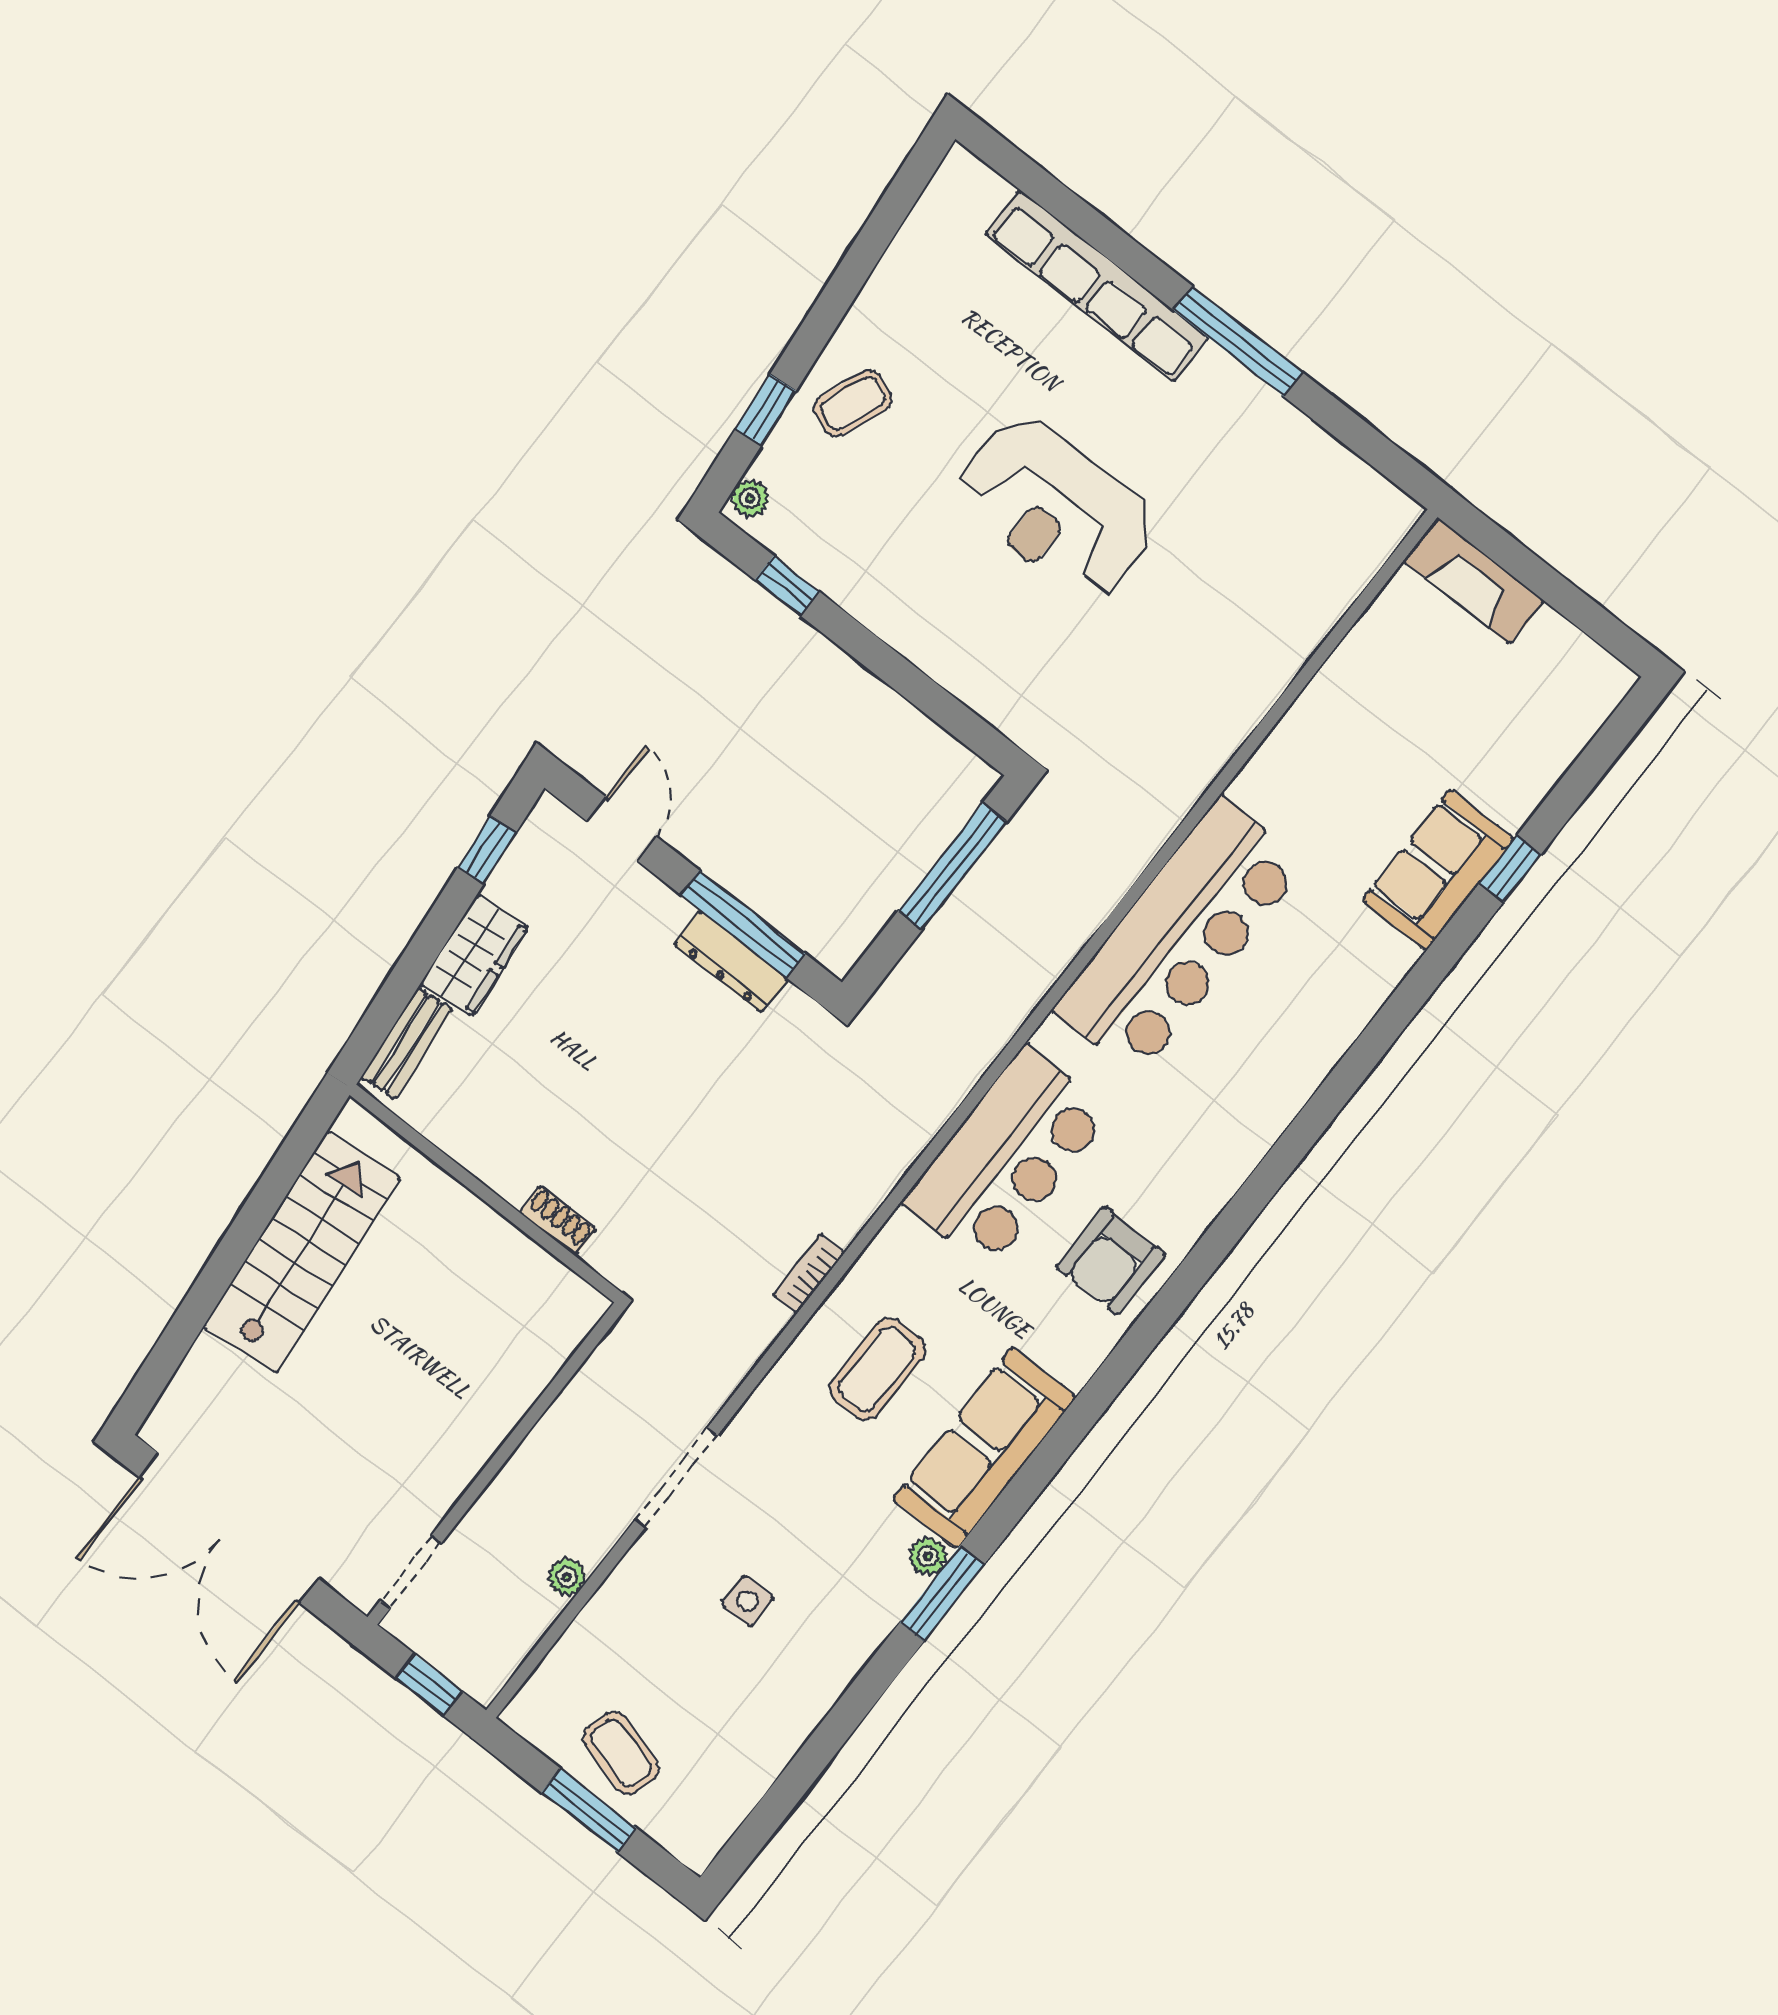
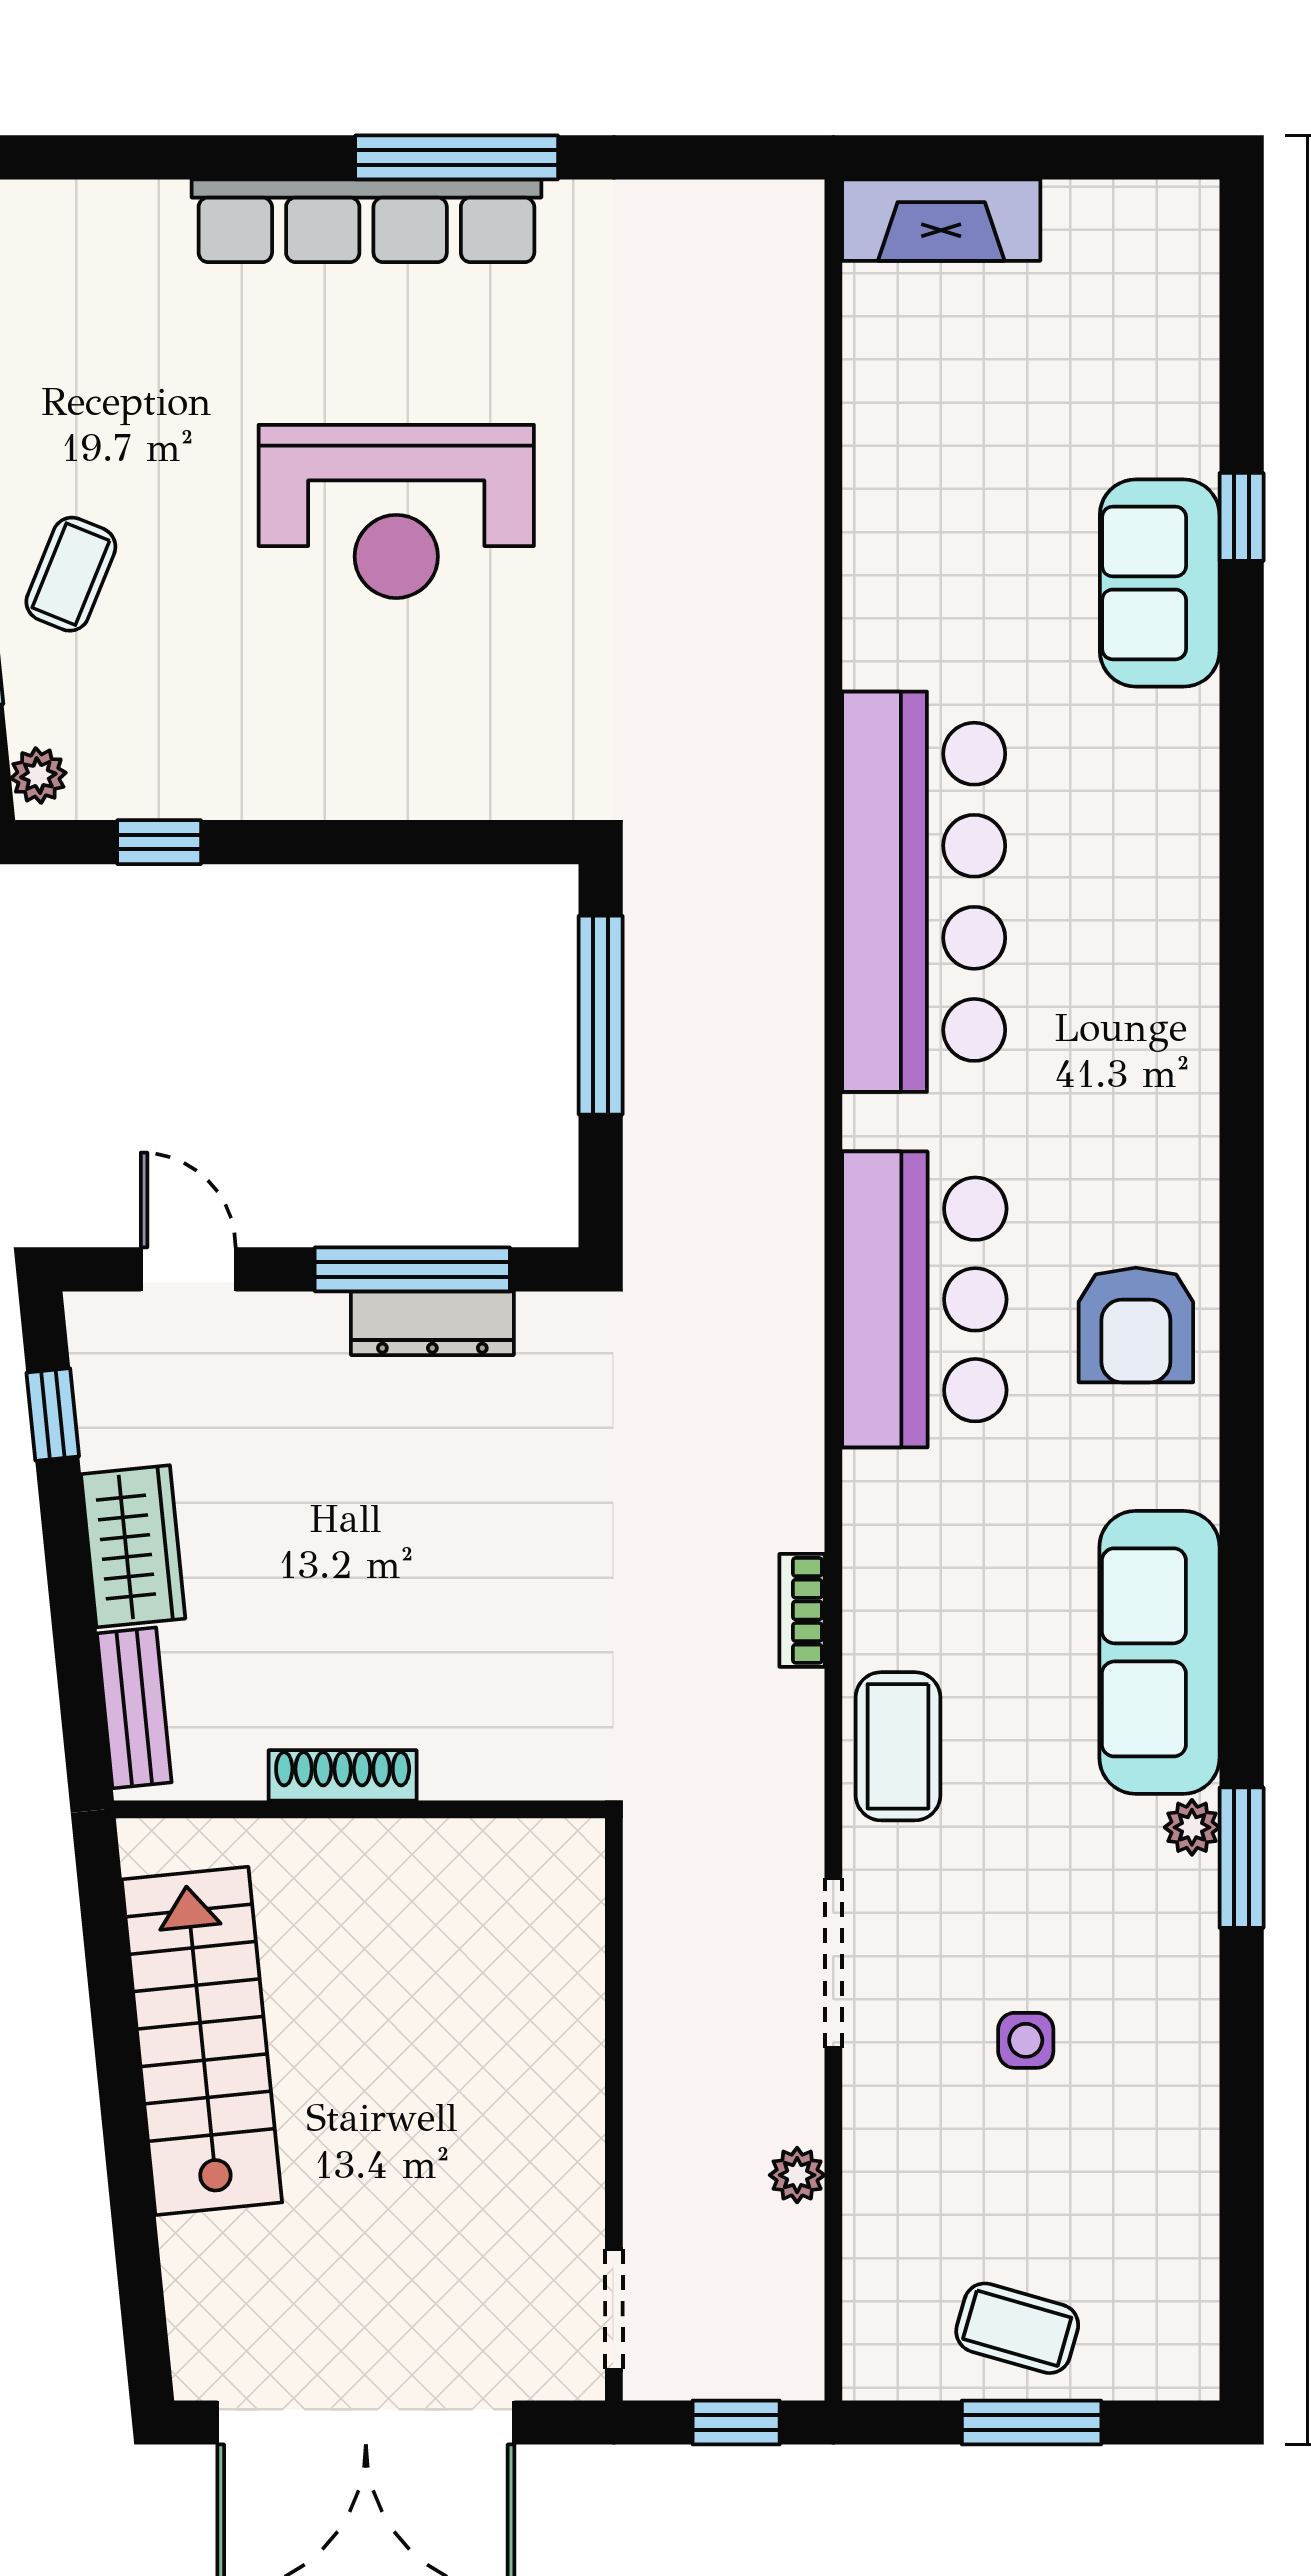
row of seats: (1097, 286) -> (366, 221), moved
shoe rack: (558, 1221) -> (343, 1775), moved, width x1.43
coffee table: (878, 1369) -> (898, 1746), moved

